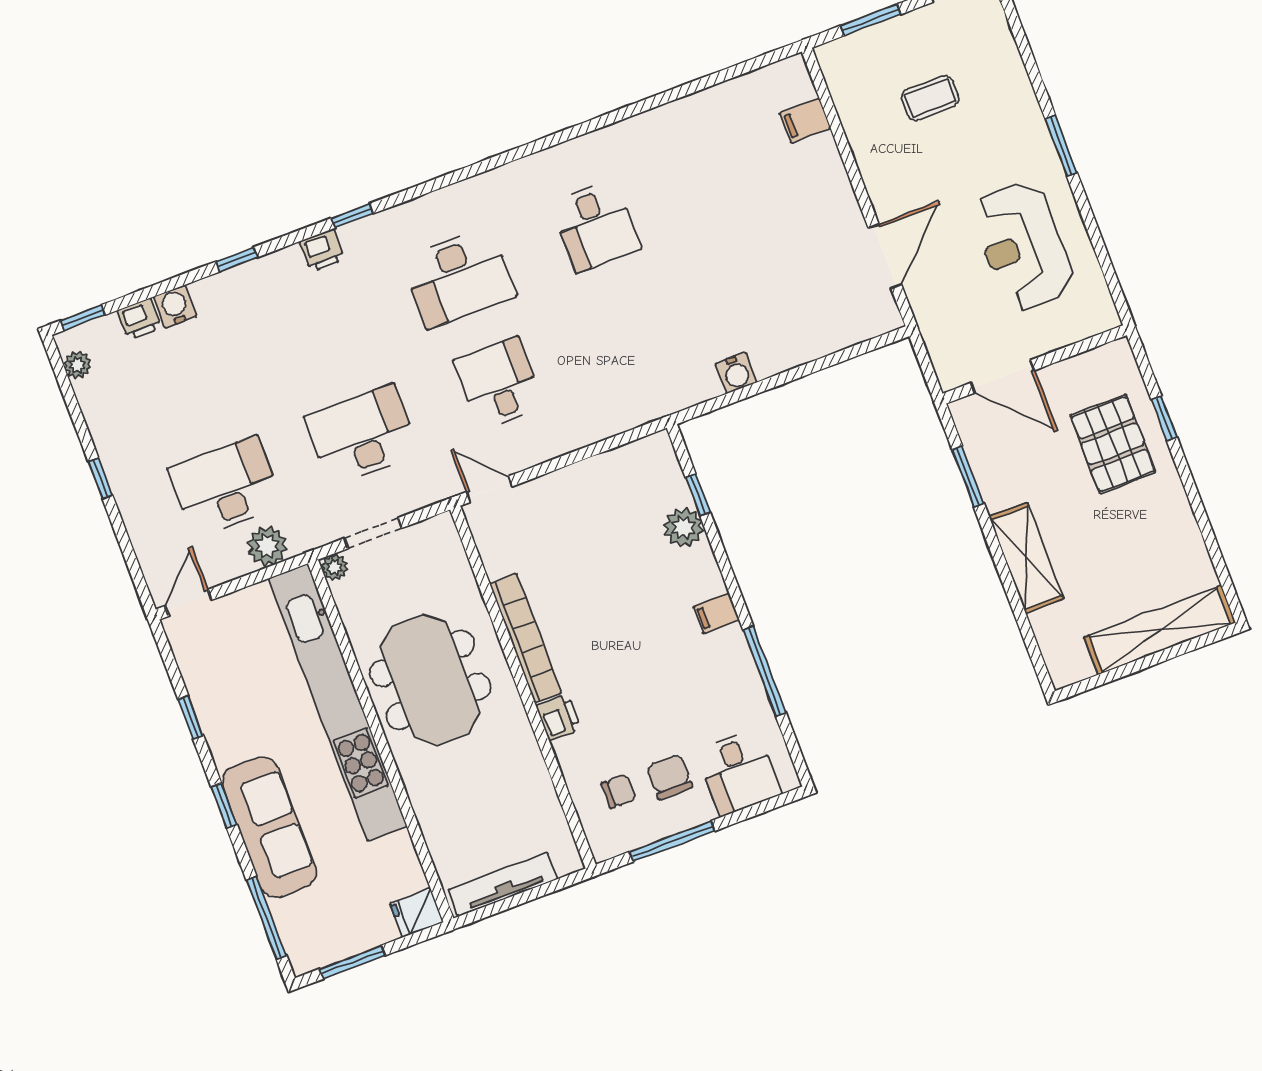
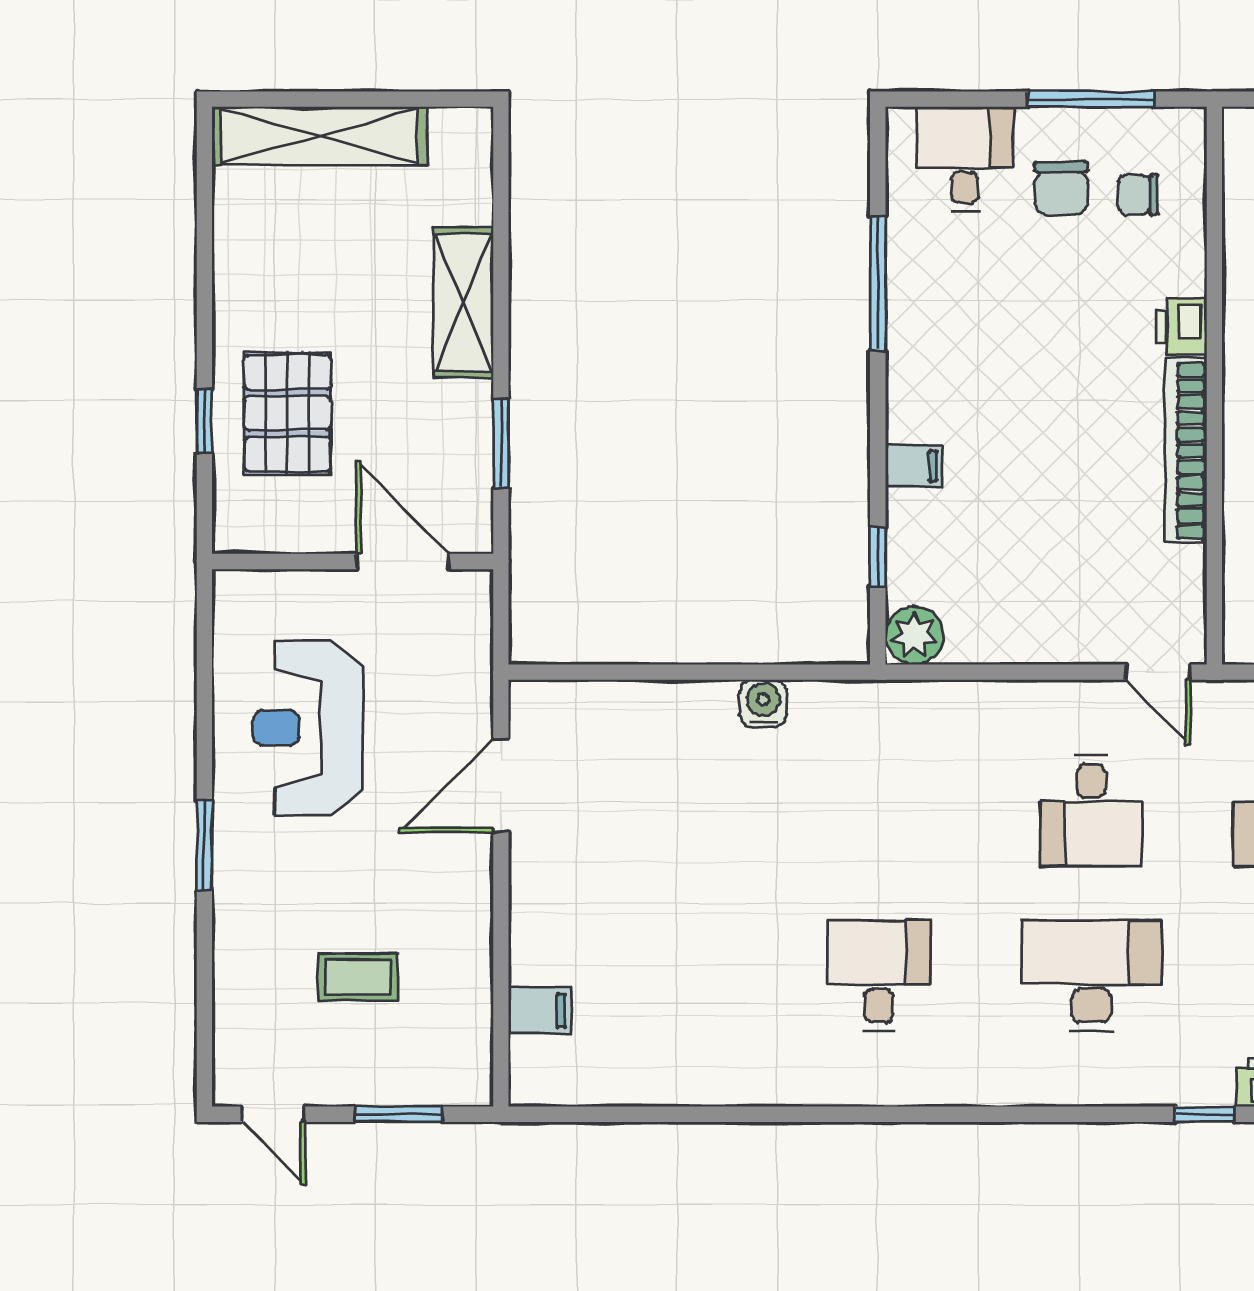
reception desk: (1023, 247) -> (308, 728), turned 180
plant: (683, 528) -> (914, 636), moved
filing cabinet: (716, 613) -> (913, 466), moved

